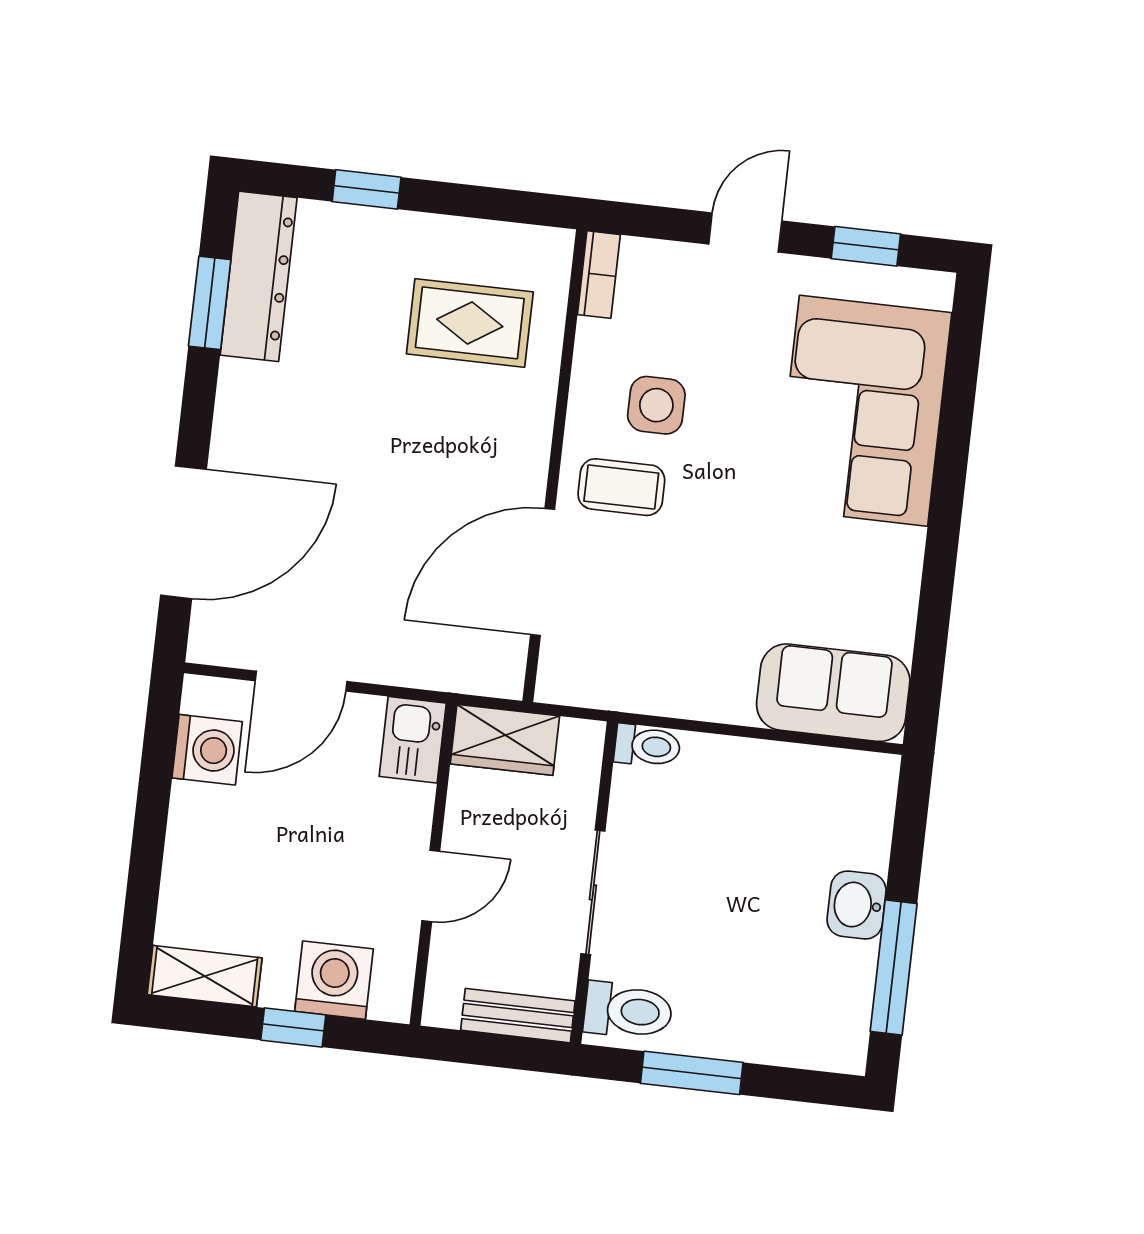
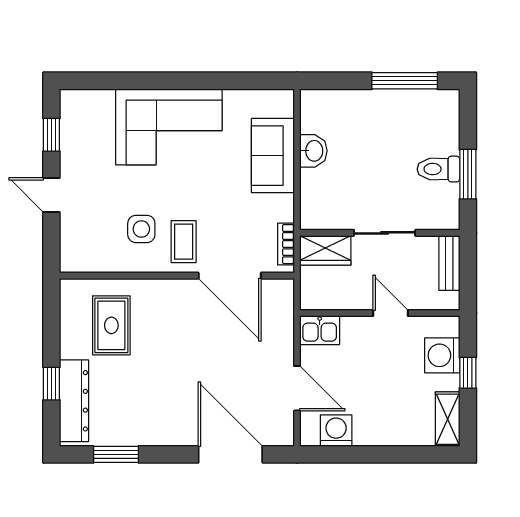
bookcase: (599, 275) -> (286, 244), moved, turned -90
dresser: (259, 276) -> (74, 401), moved, turned 90
corner sofa: (864, 411) -> (169, 127), moved
sofa: (833, 693) -> (273, 156), moved
wardrobe: (505, 740) -> (325, 250), moved, turned 90
toilet: (647, 746) -> (309, 214), removed
washbasin: (857, 905) -> (313, 151), moved, turned -90
toilet: (628, 1011) -> (439, 169), moved, turned -90

